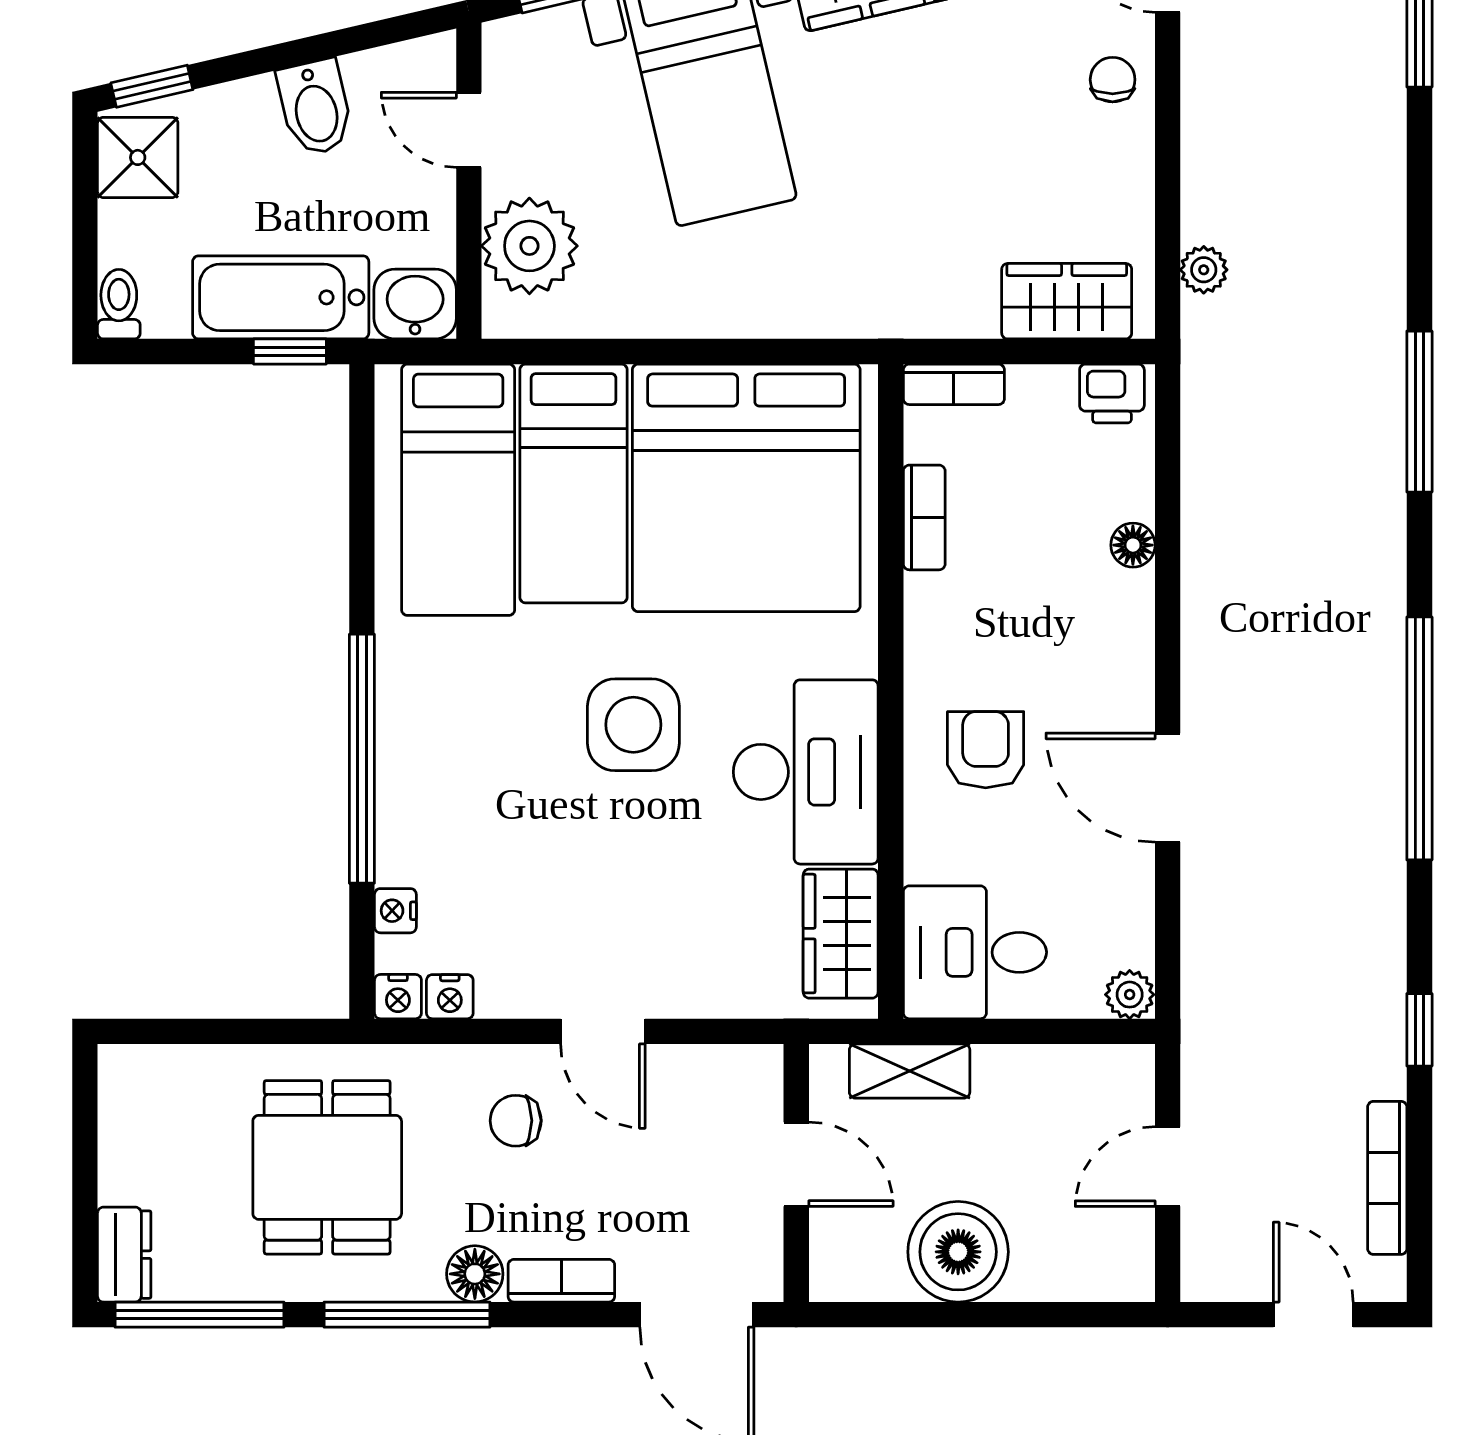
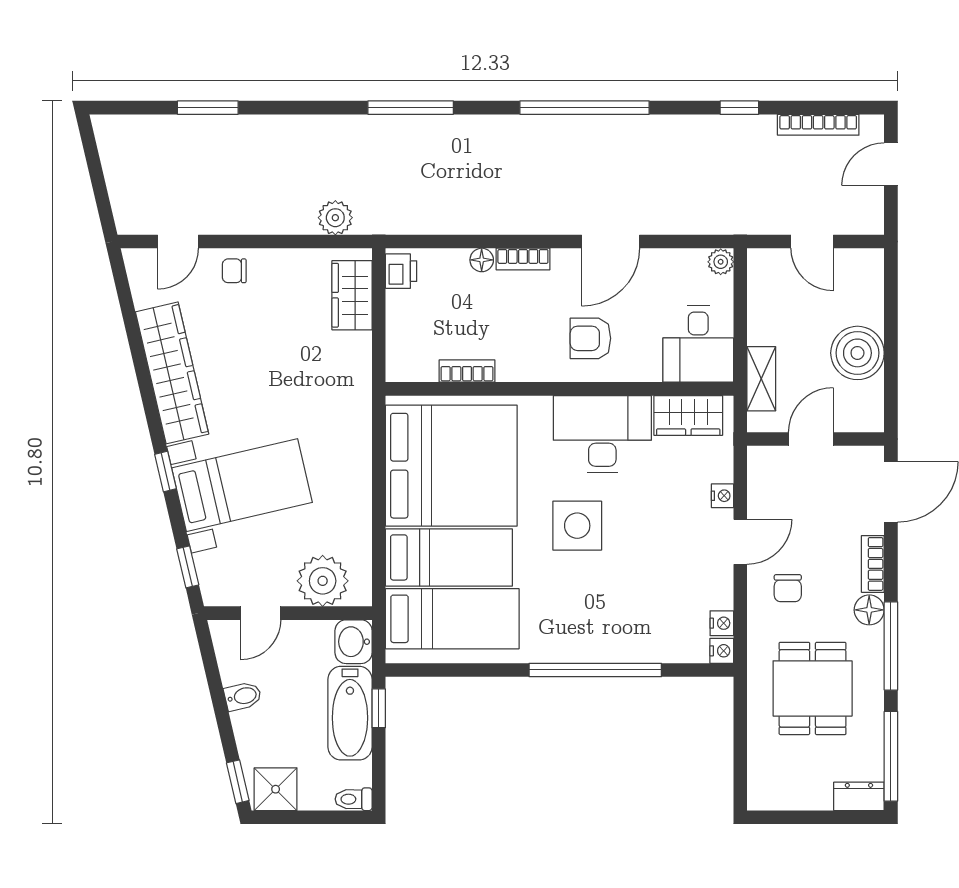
bidet: (315, 107) -> (243, 696), width x0.72, depth x0.74
plant: (1204, 270) -> (335, 218), width x1.38, depth x1.38
bookcase: (954, 384) -> (523, 259), moved, turned 90
nightstand: (395, 911) -> (722, 496), moved, turned -90
dining table: (327, 1167) -> (813, 688), turned 90

